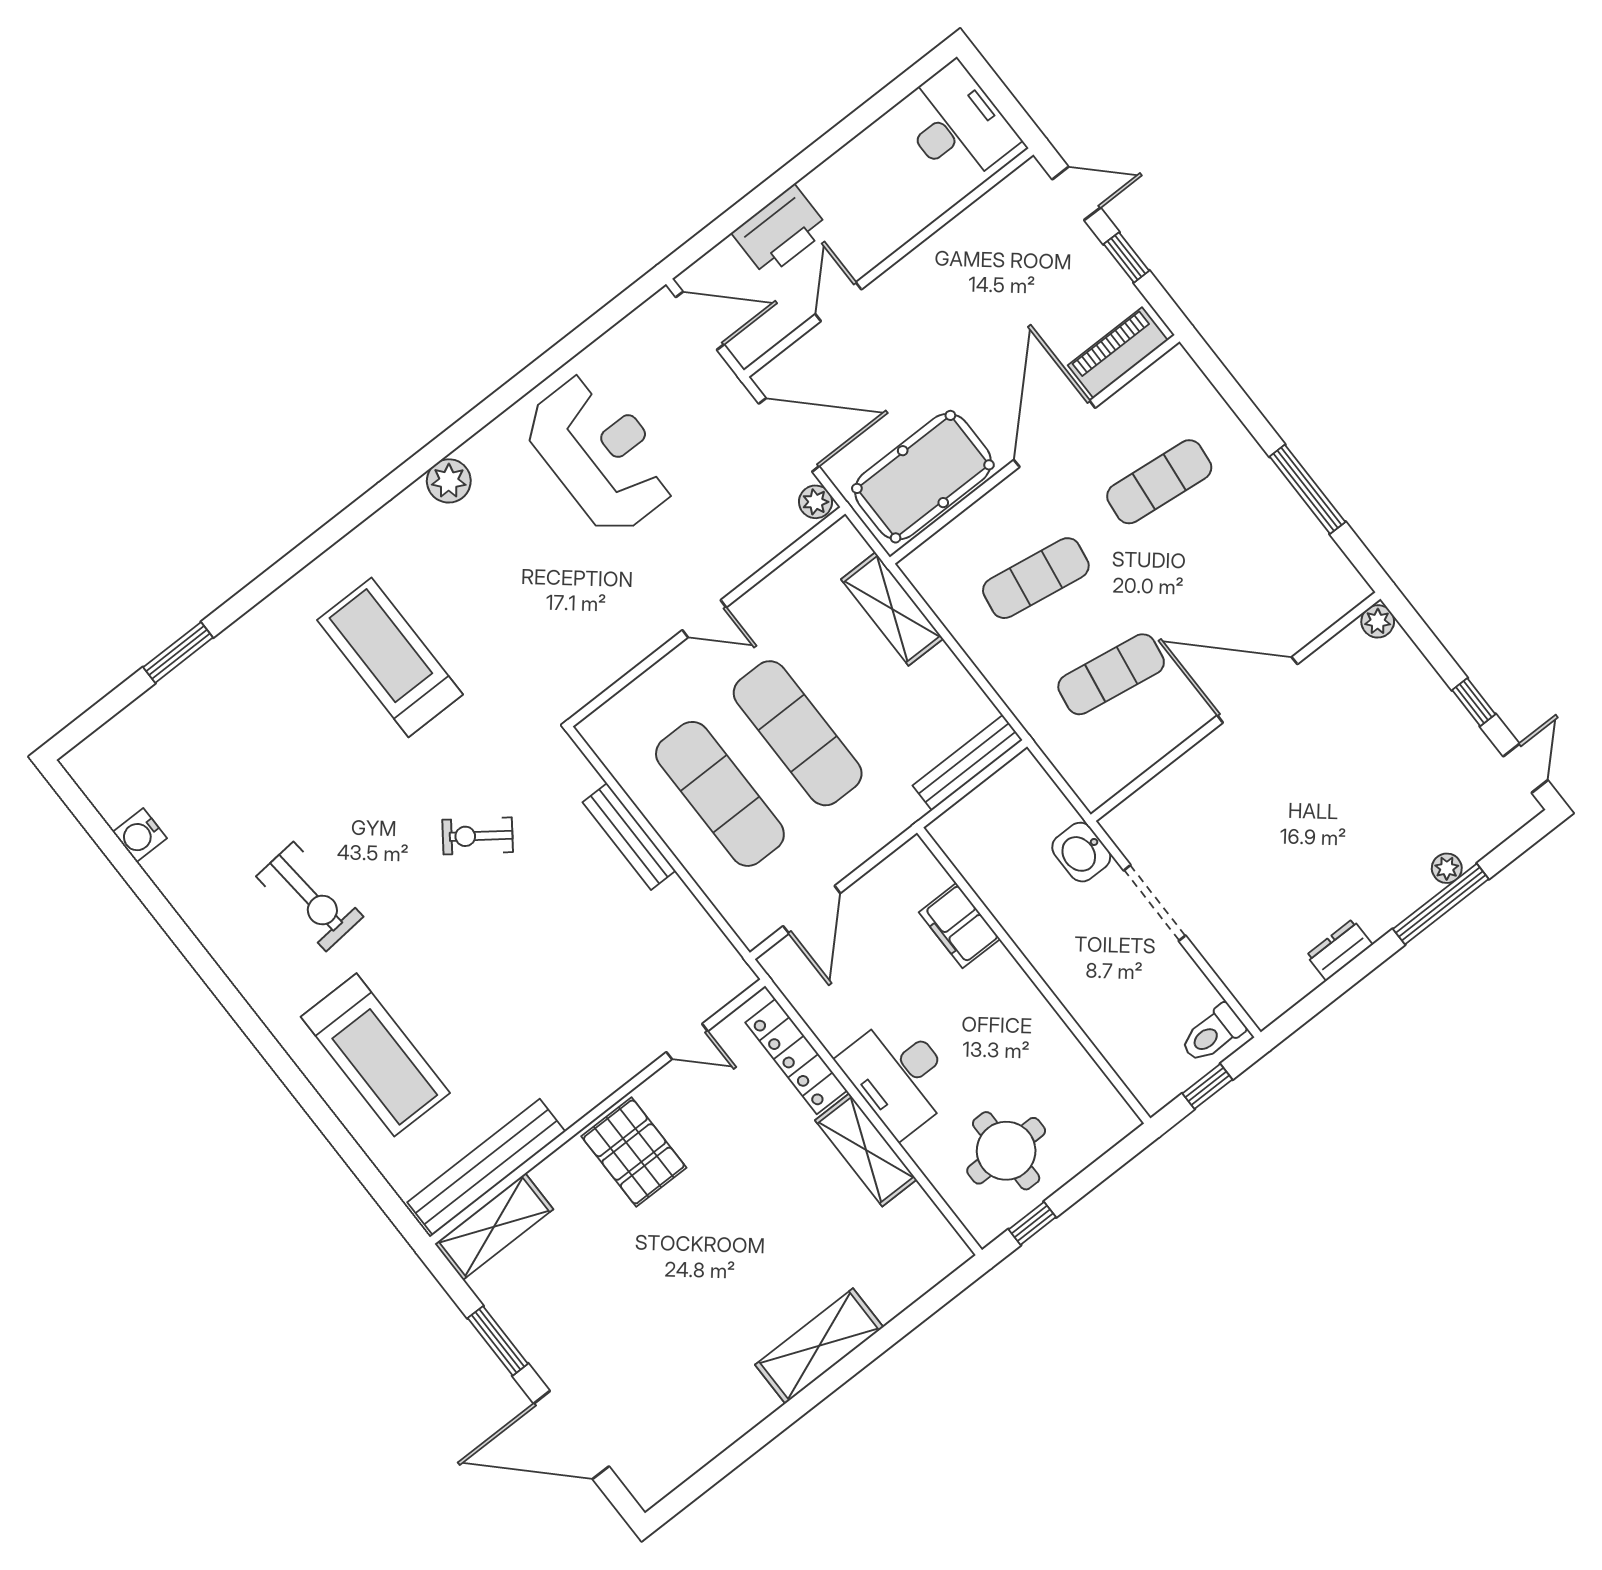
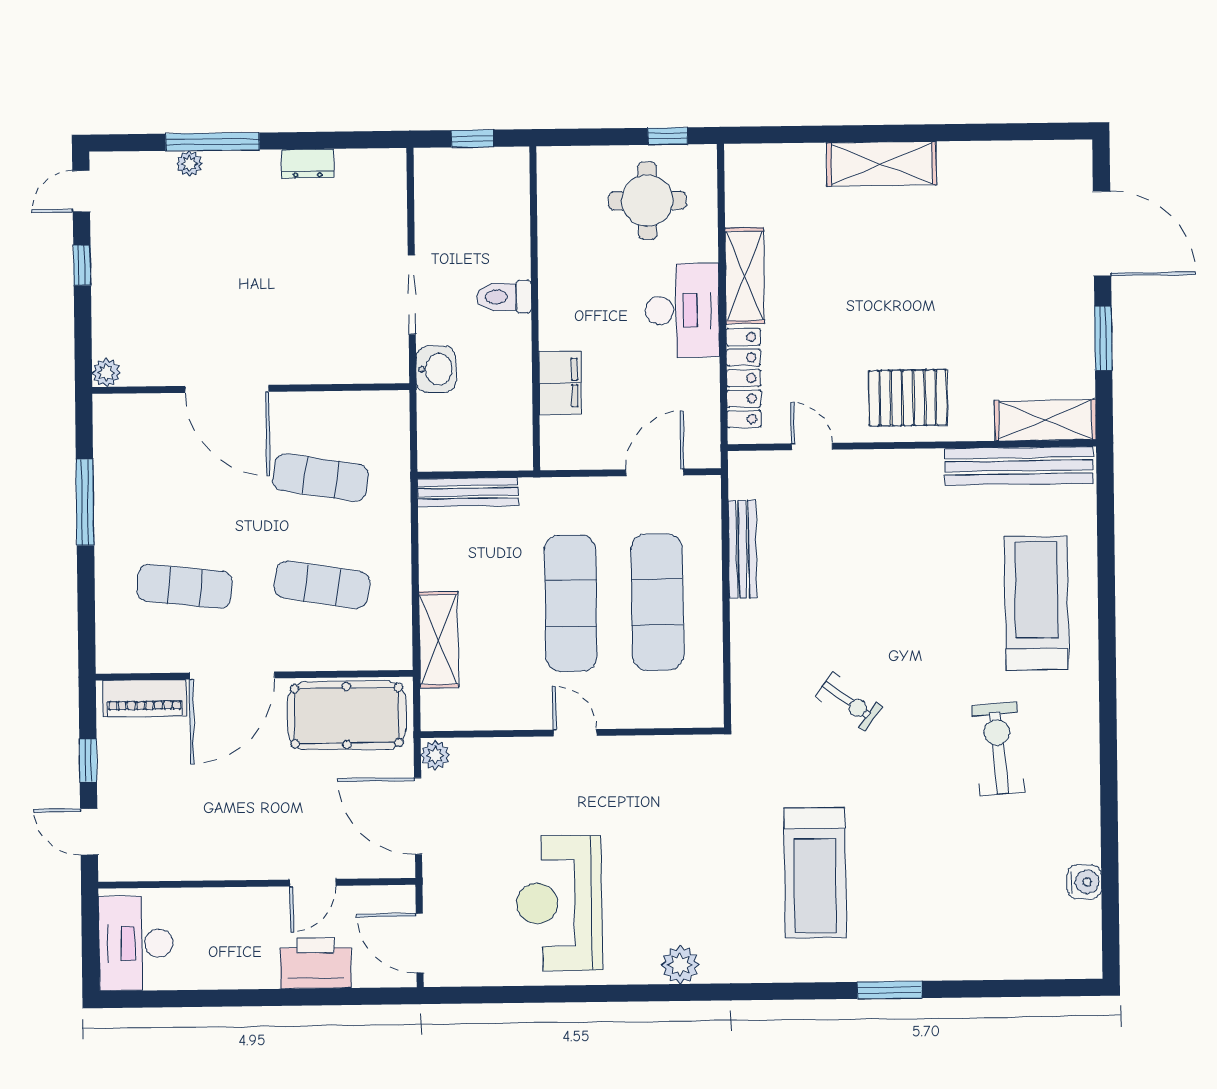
window: (178, 652) -> (889, 990), moved
bench: (629, 836) -> (743, 549), moved
toilet: (1213, 1034) -> (504, 297), moved, turned 180
pallet: (634, 1152) -> (908, 398), turned 90

